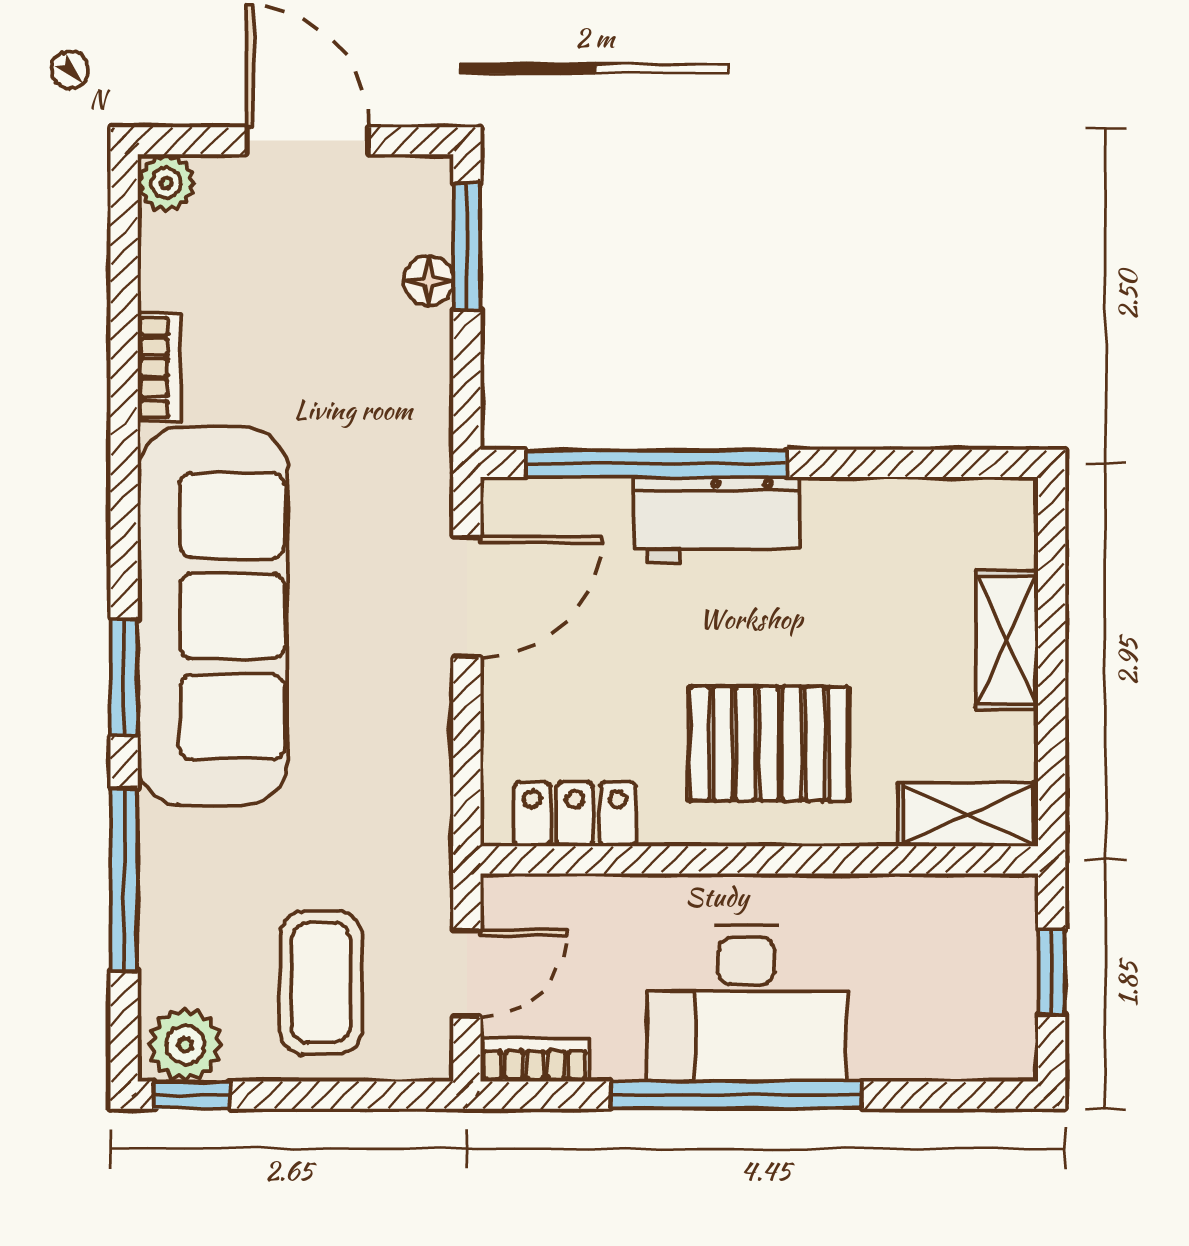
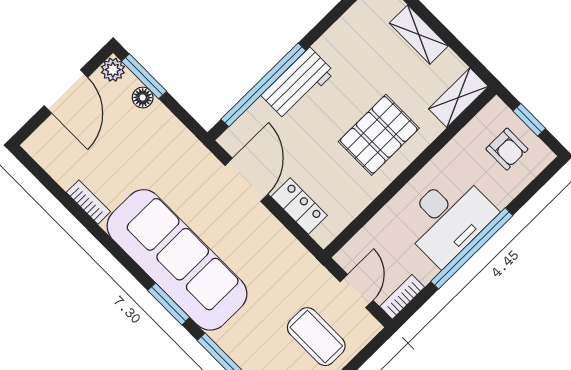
door: (308, 141) -> (66, 92), swing flipped
plant: (166, 183) -> (113, 70), moved
locker: (575, 814) -> (299, 206), moved, turned 90
armchair: (964, 985) -> (507, 149), added

